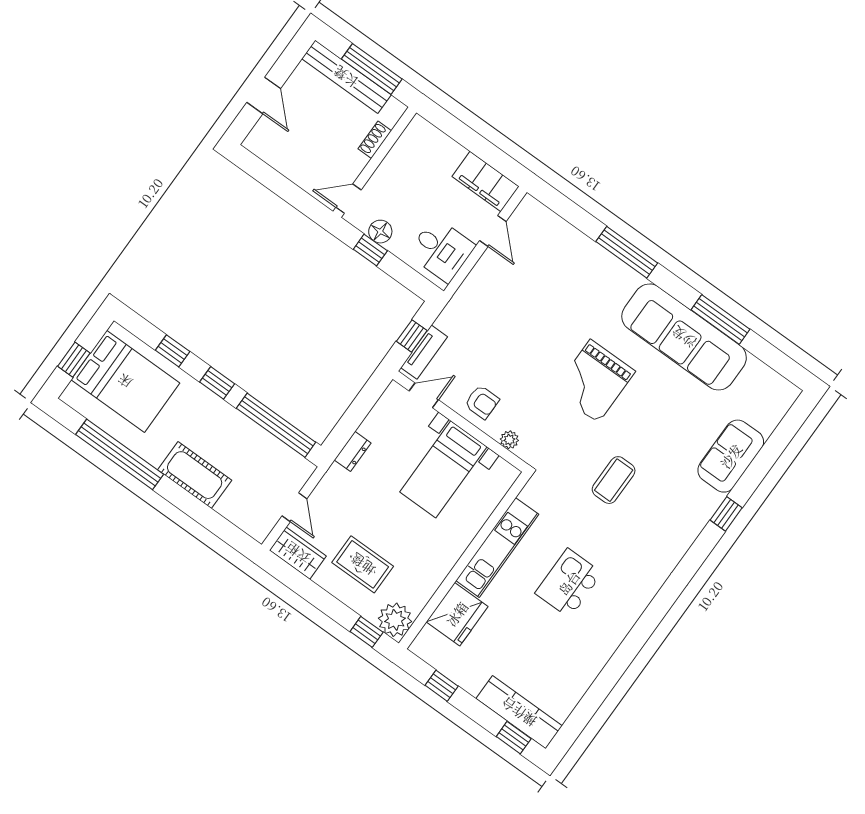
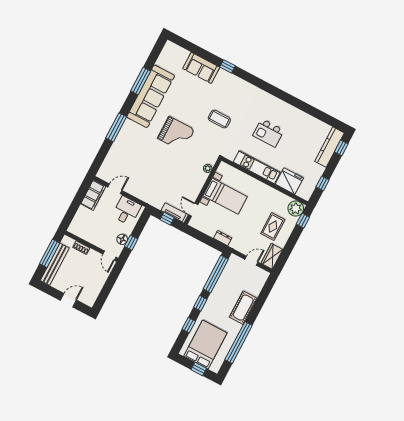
armchair: (482, 402) -> (192, 183), removed

